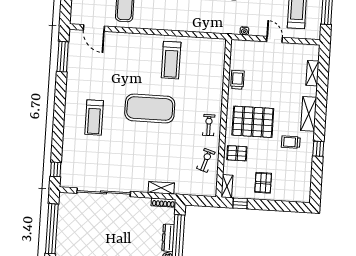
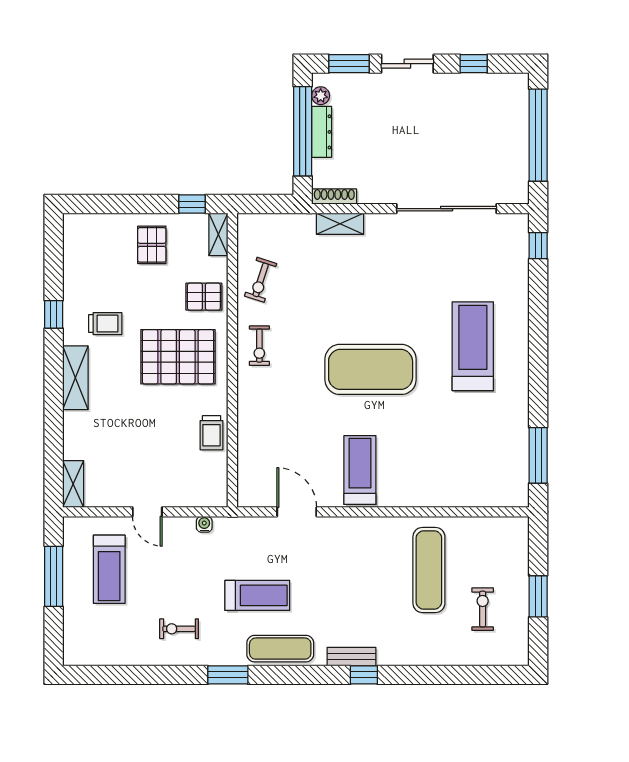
door: (94, 28) -> (297, 512), moved
treadmill: (171, 60) -> (360, 470), moved
shelving: (312, 73) -> (73, 484), moved
treadmill: (94, 117) -> (473, 346), width x1.37, depth x1.38

